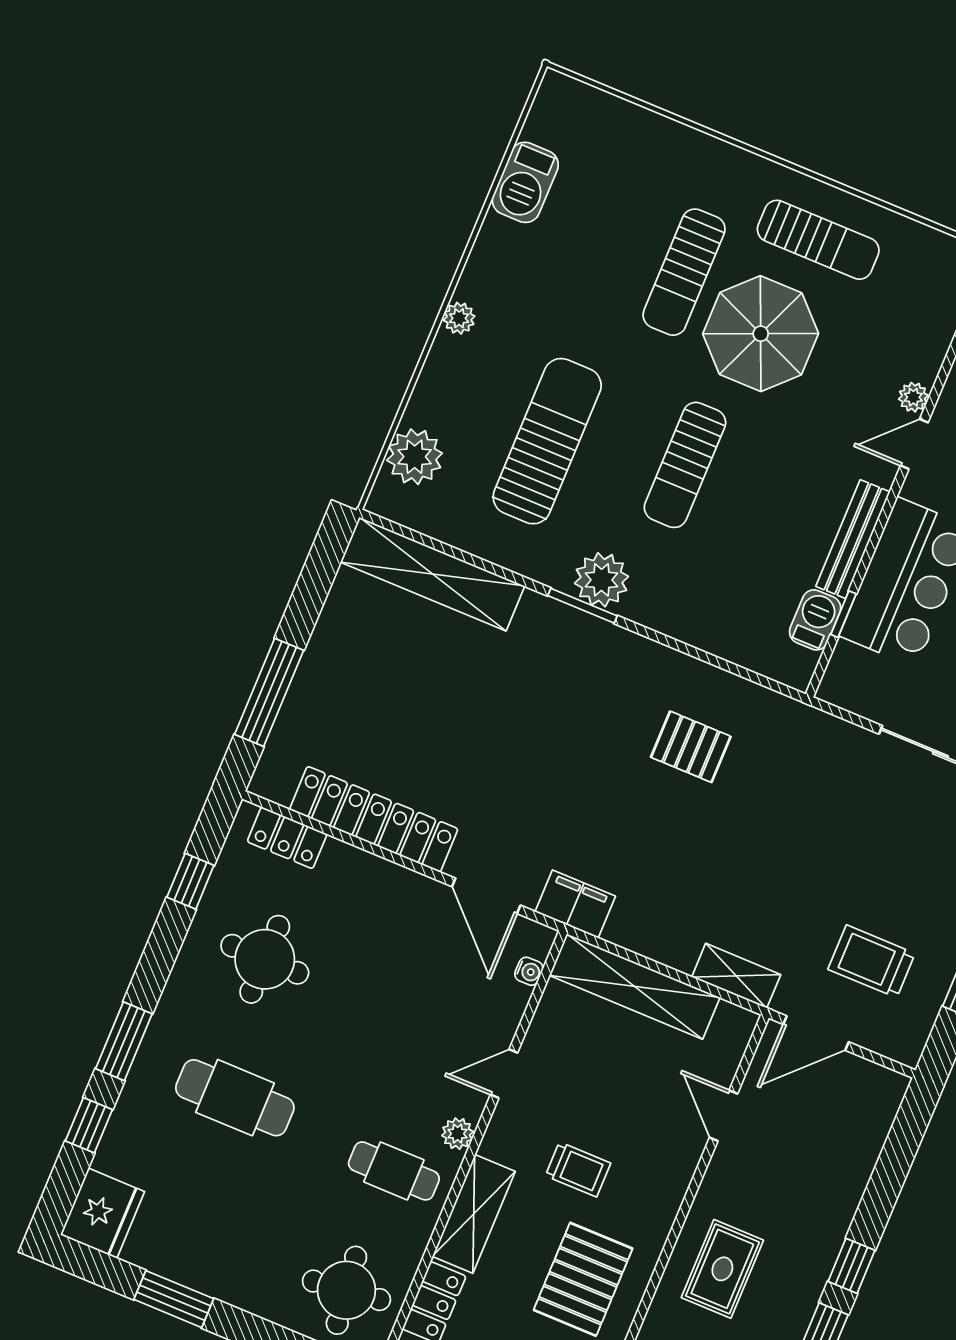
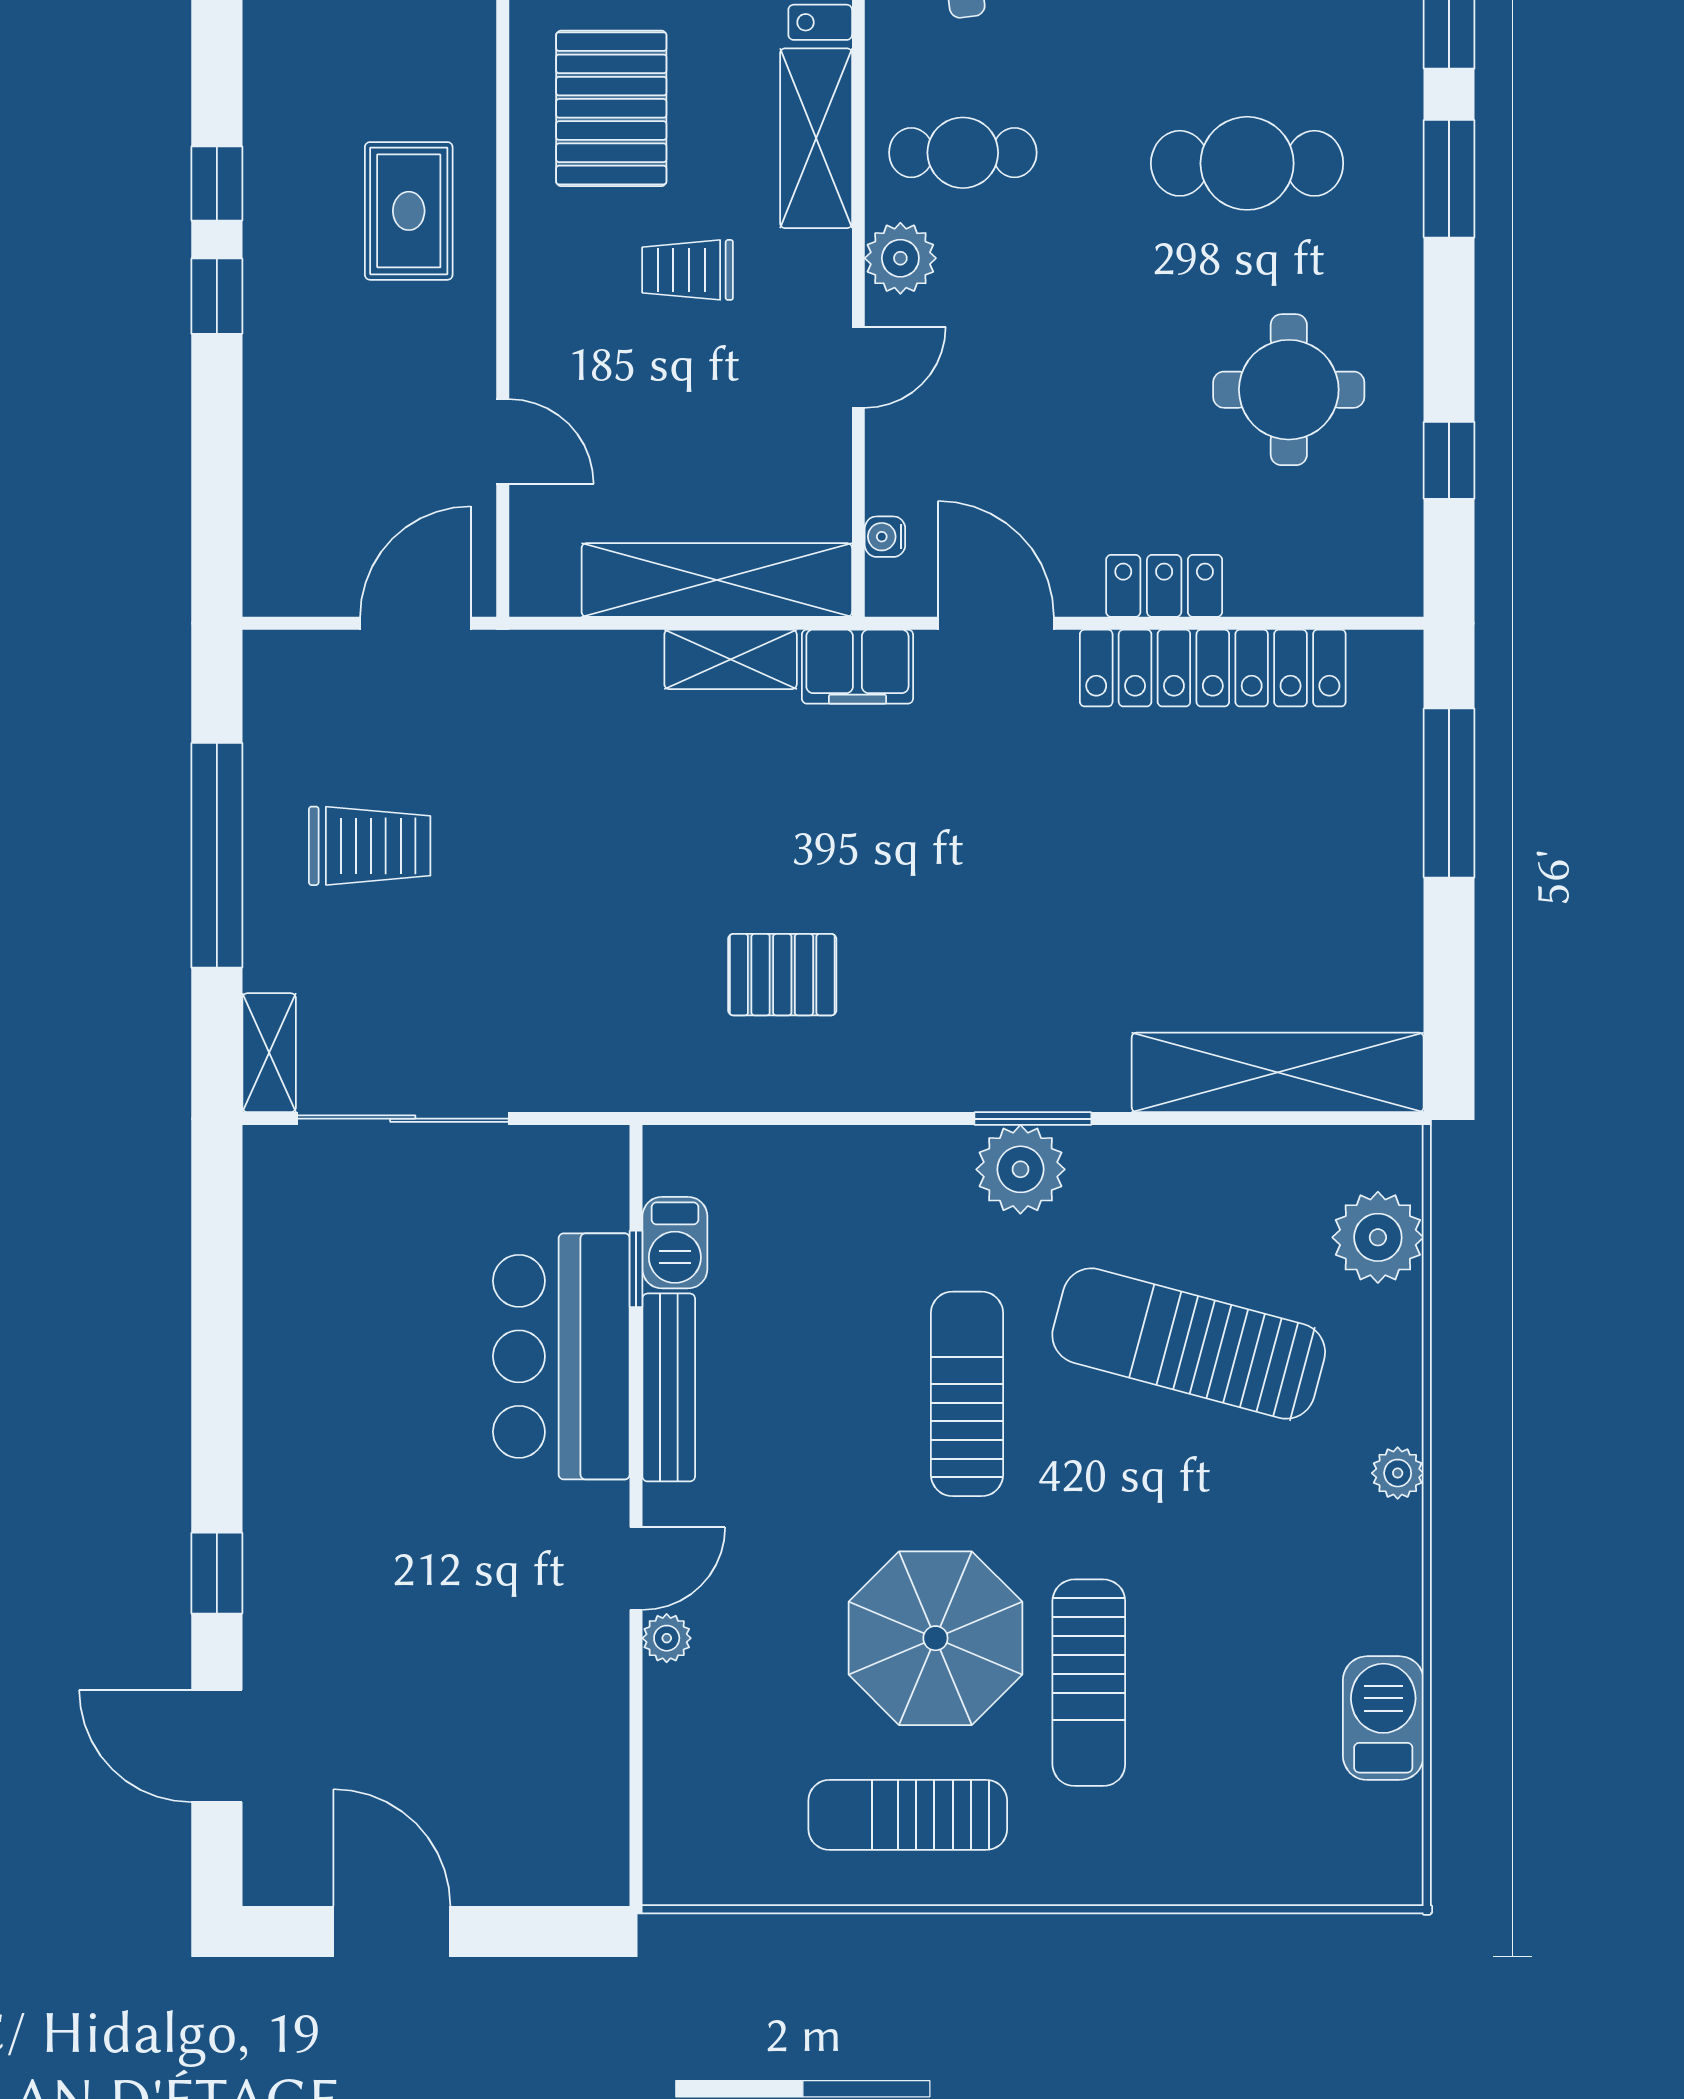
sun lounger: (684, 272) -> (1089, 1683), turned 180
sun lounger: (547, 441) -> (1189, 1344), turned 105
locker: (287, 838) -> (1164, 586), moved
trolley: (871, 961) -> (370, 846), moved
shelving: (736, 976) -> (731, 659), moved
plant: (458, 1134) -> (900, 258), width x1.38, depth x1.38

